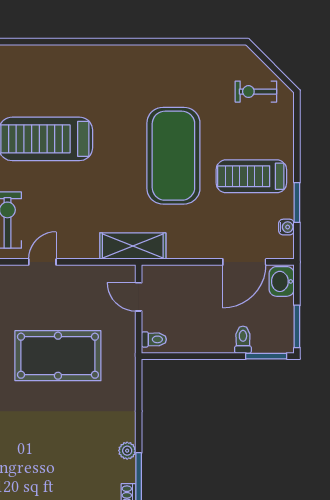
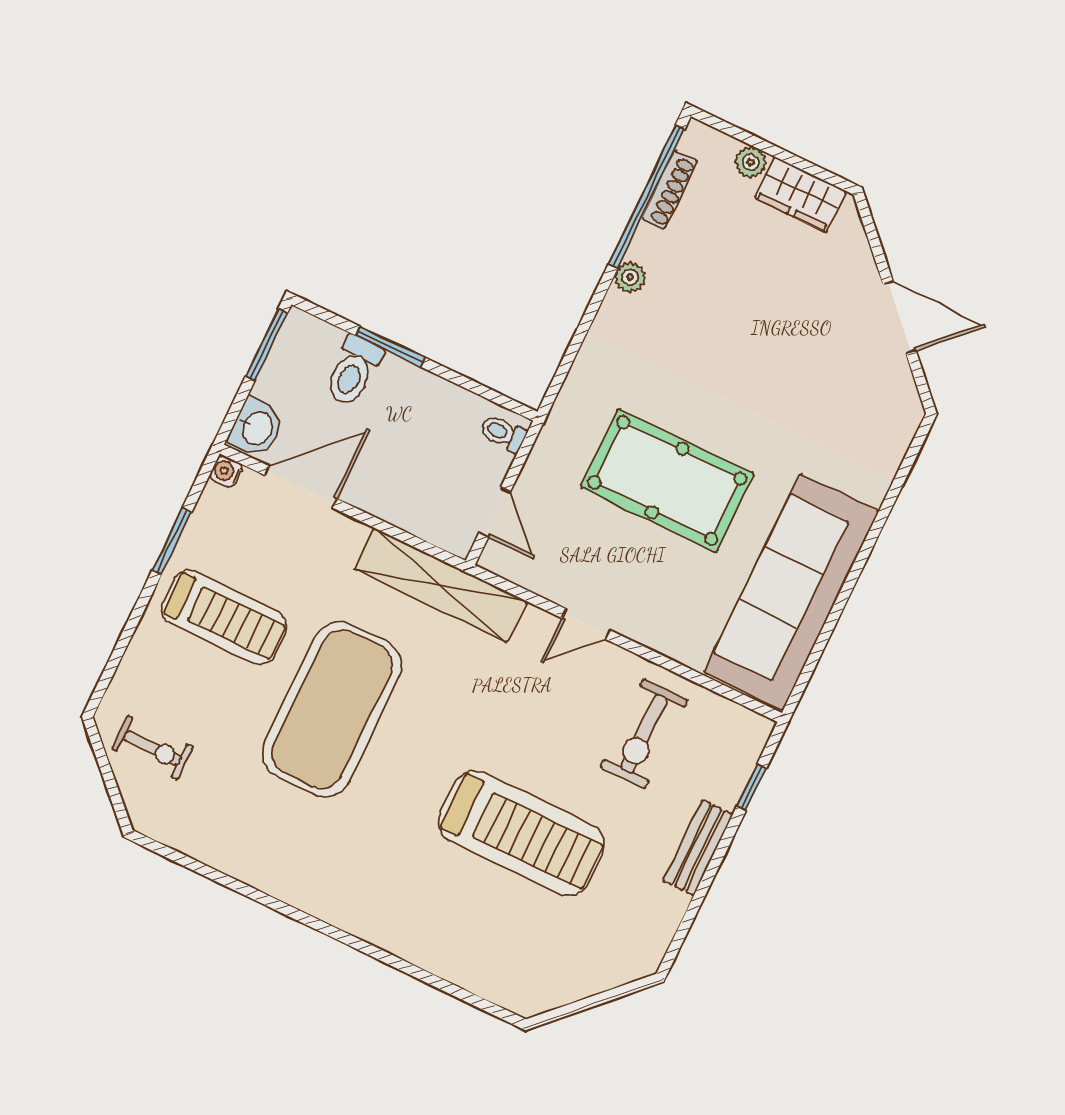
water cooler: (286, 227) -> (226, 472), moved
shelving: (133, 246) -> (441, 585), width x1.47
door: (42, 262) -> (586, 624), moved
toilet: (243, 340) -> (353, 371), width x1.37, depth x1.39
window: (266, 356) -> (391, 347), moved

